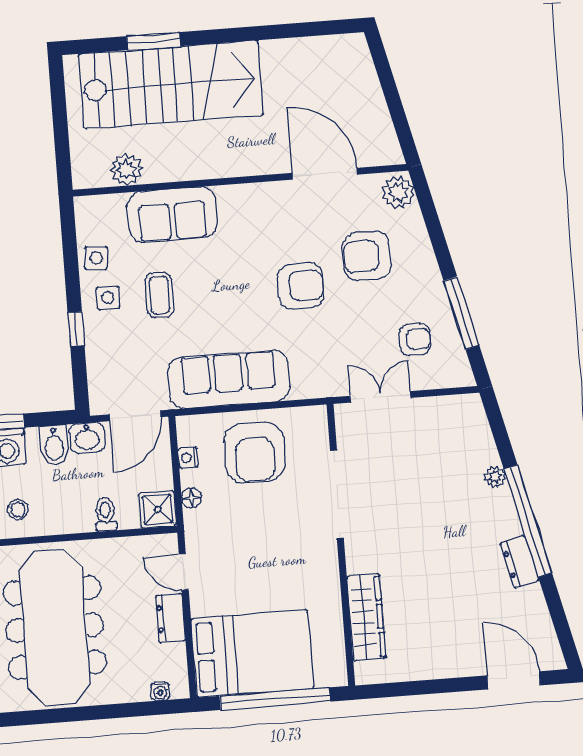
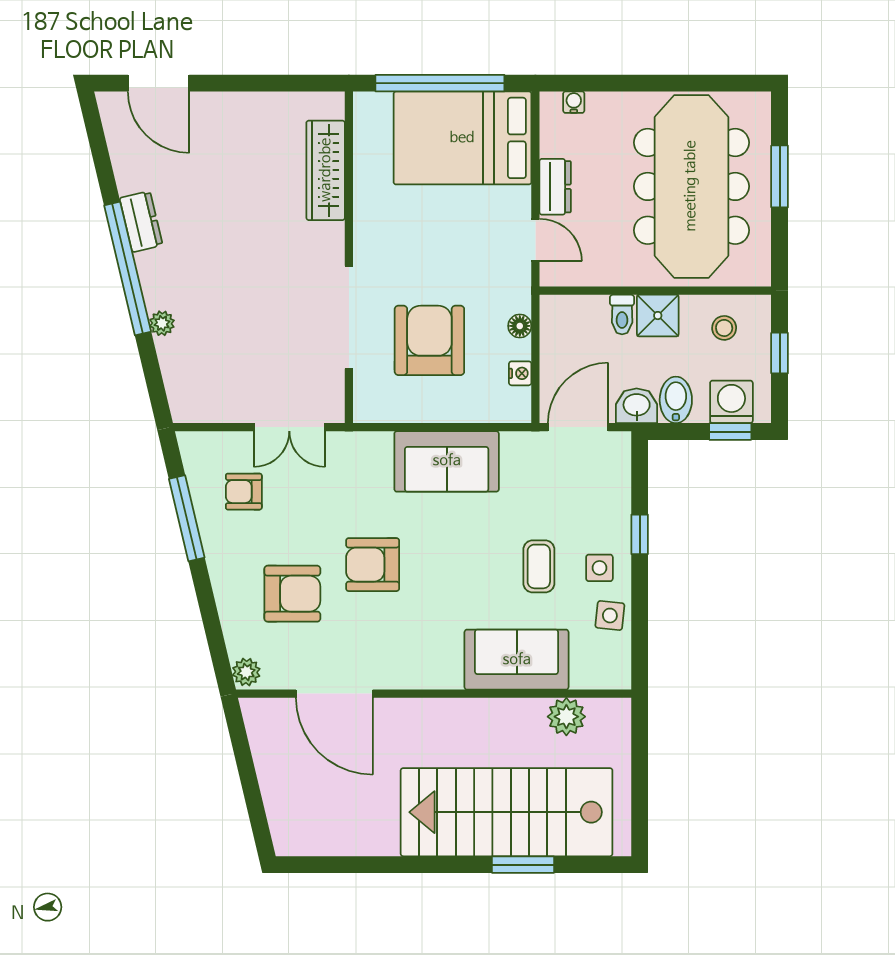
plant: (398, 192) -> (246, 672), width x0.73, depth x0.73
sofa: (229, 379) -> (447, 461), width x0.73
armchair: (255, 453) -> (429, 340), moved
shower: (158, 509) -> (658, 316), moved

